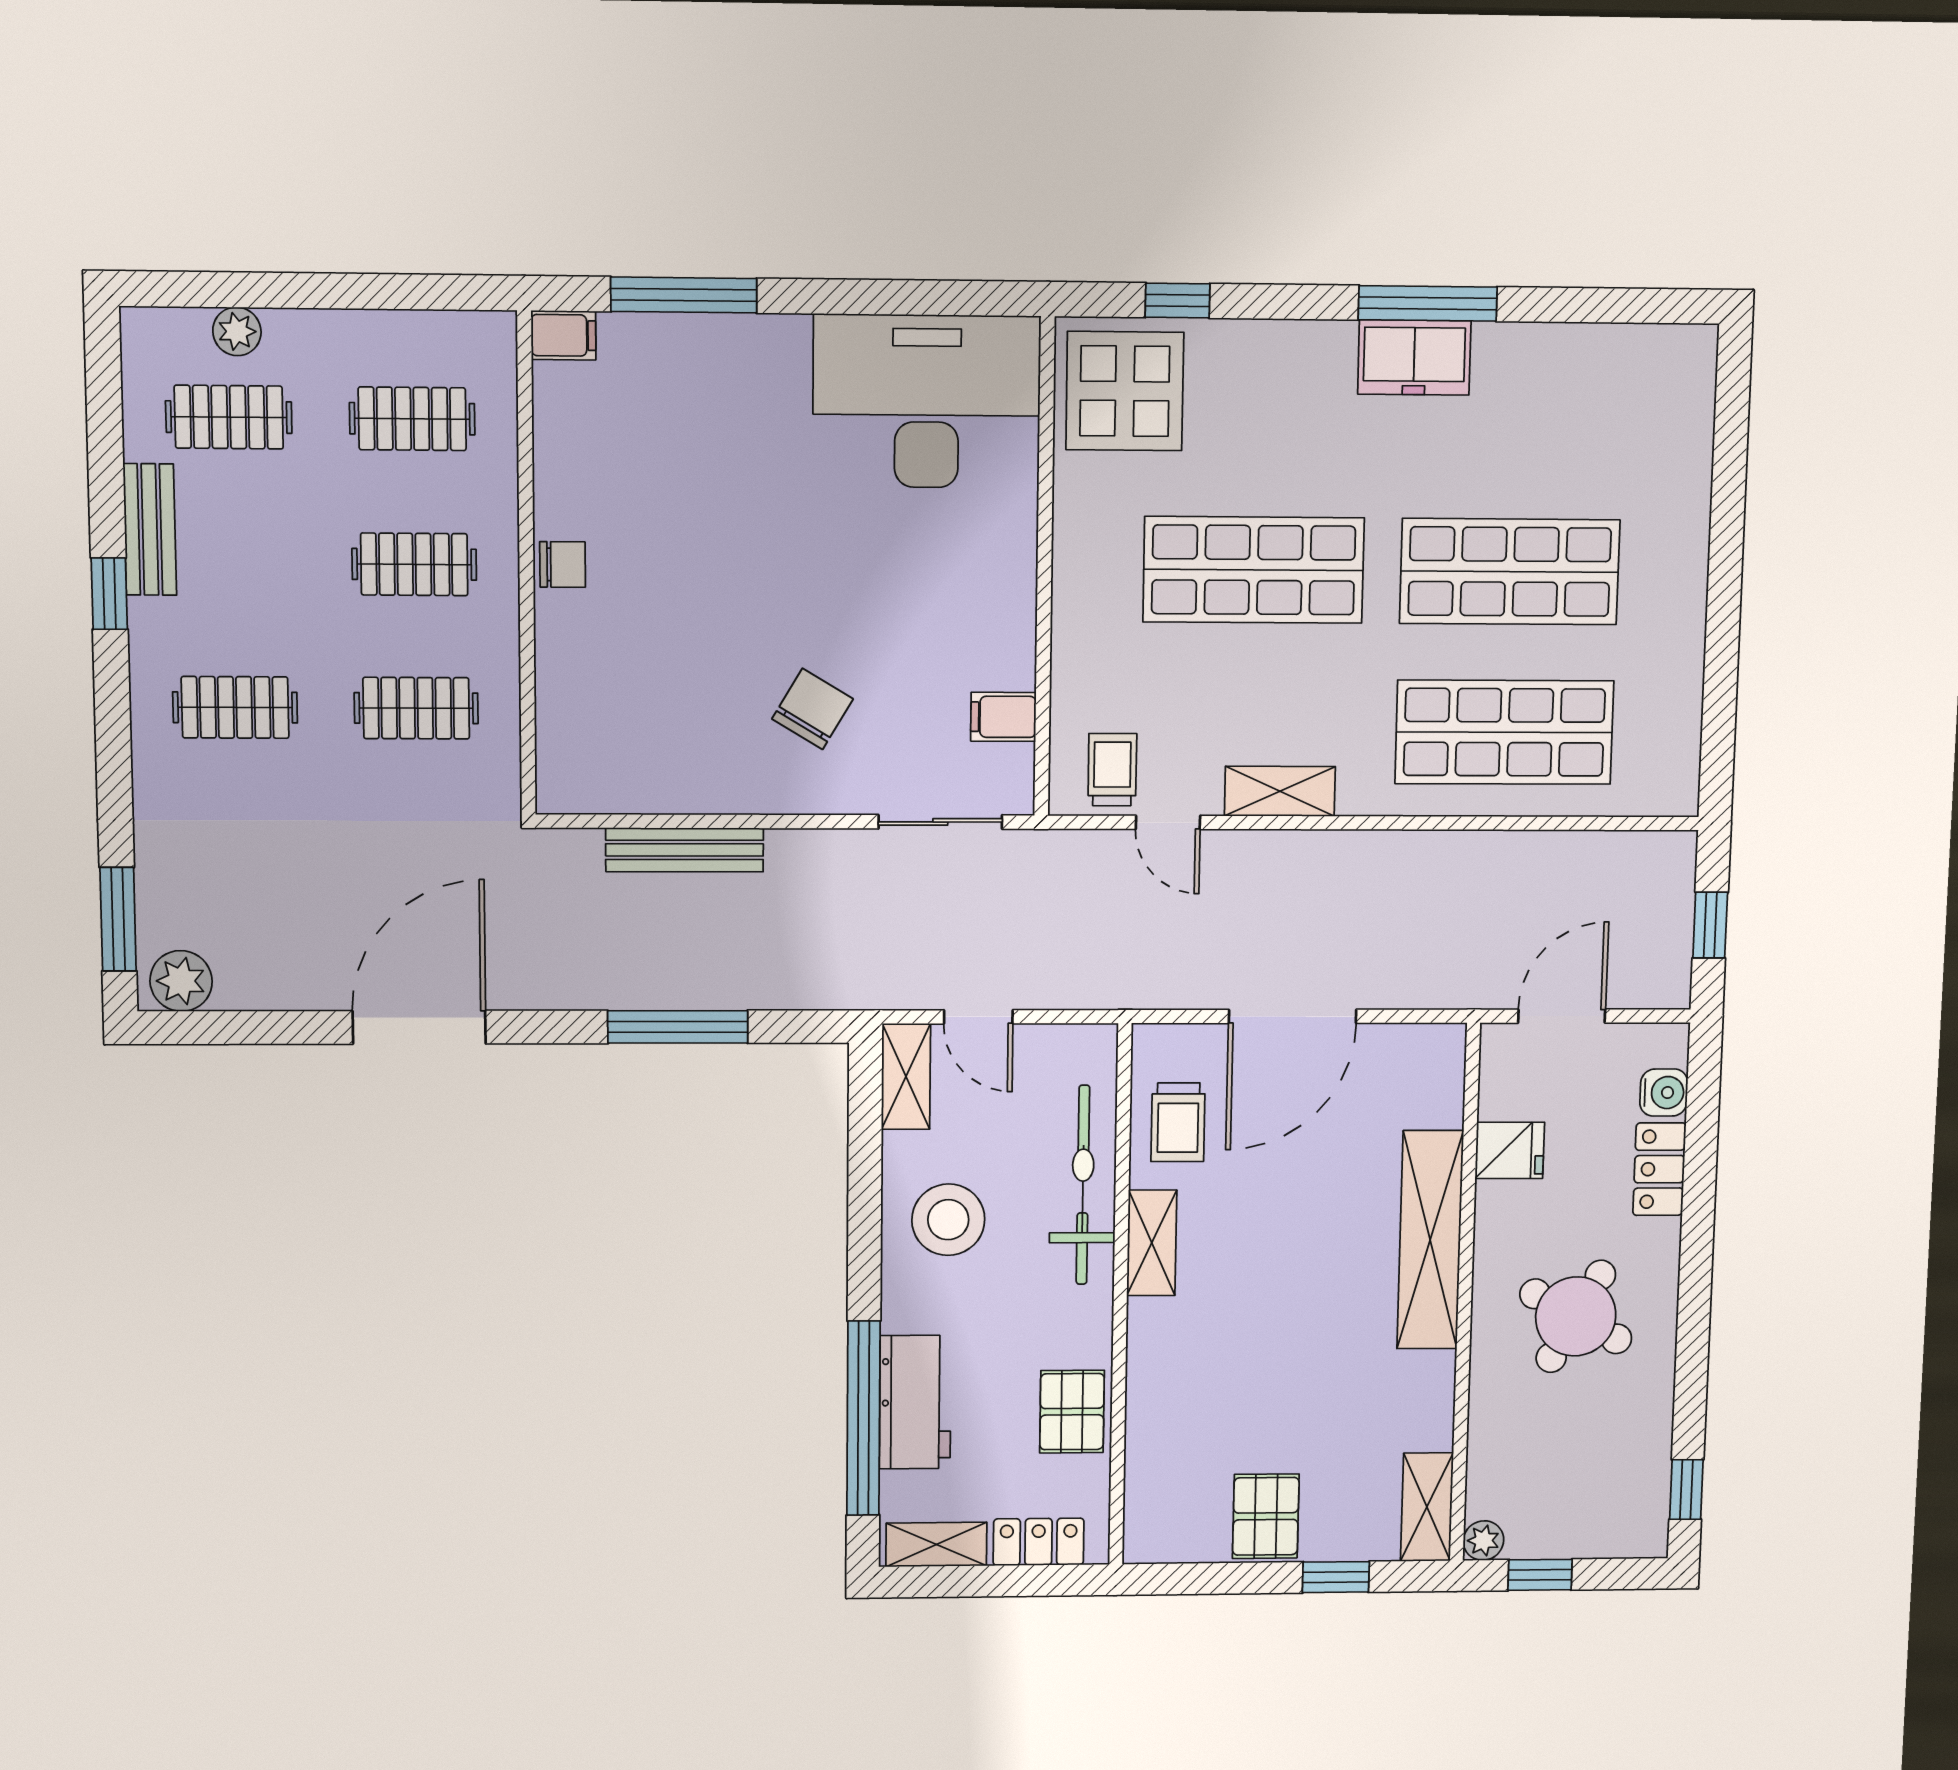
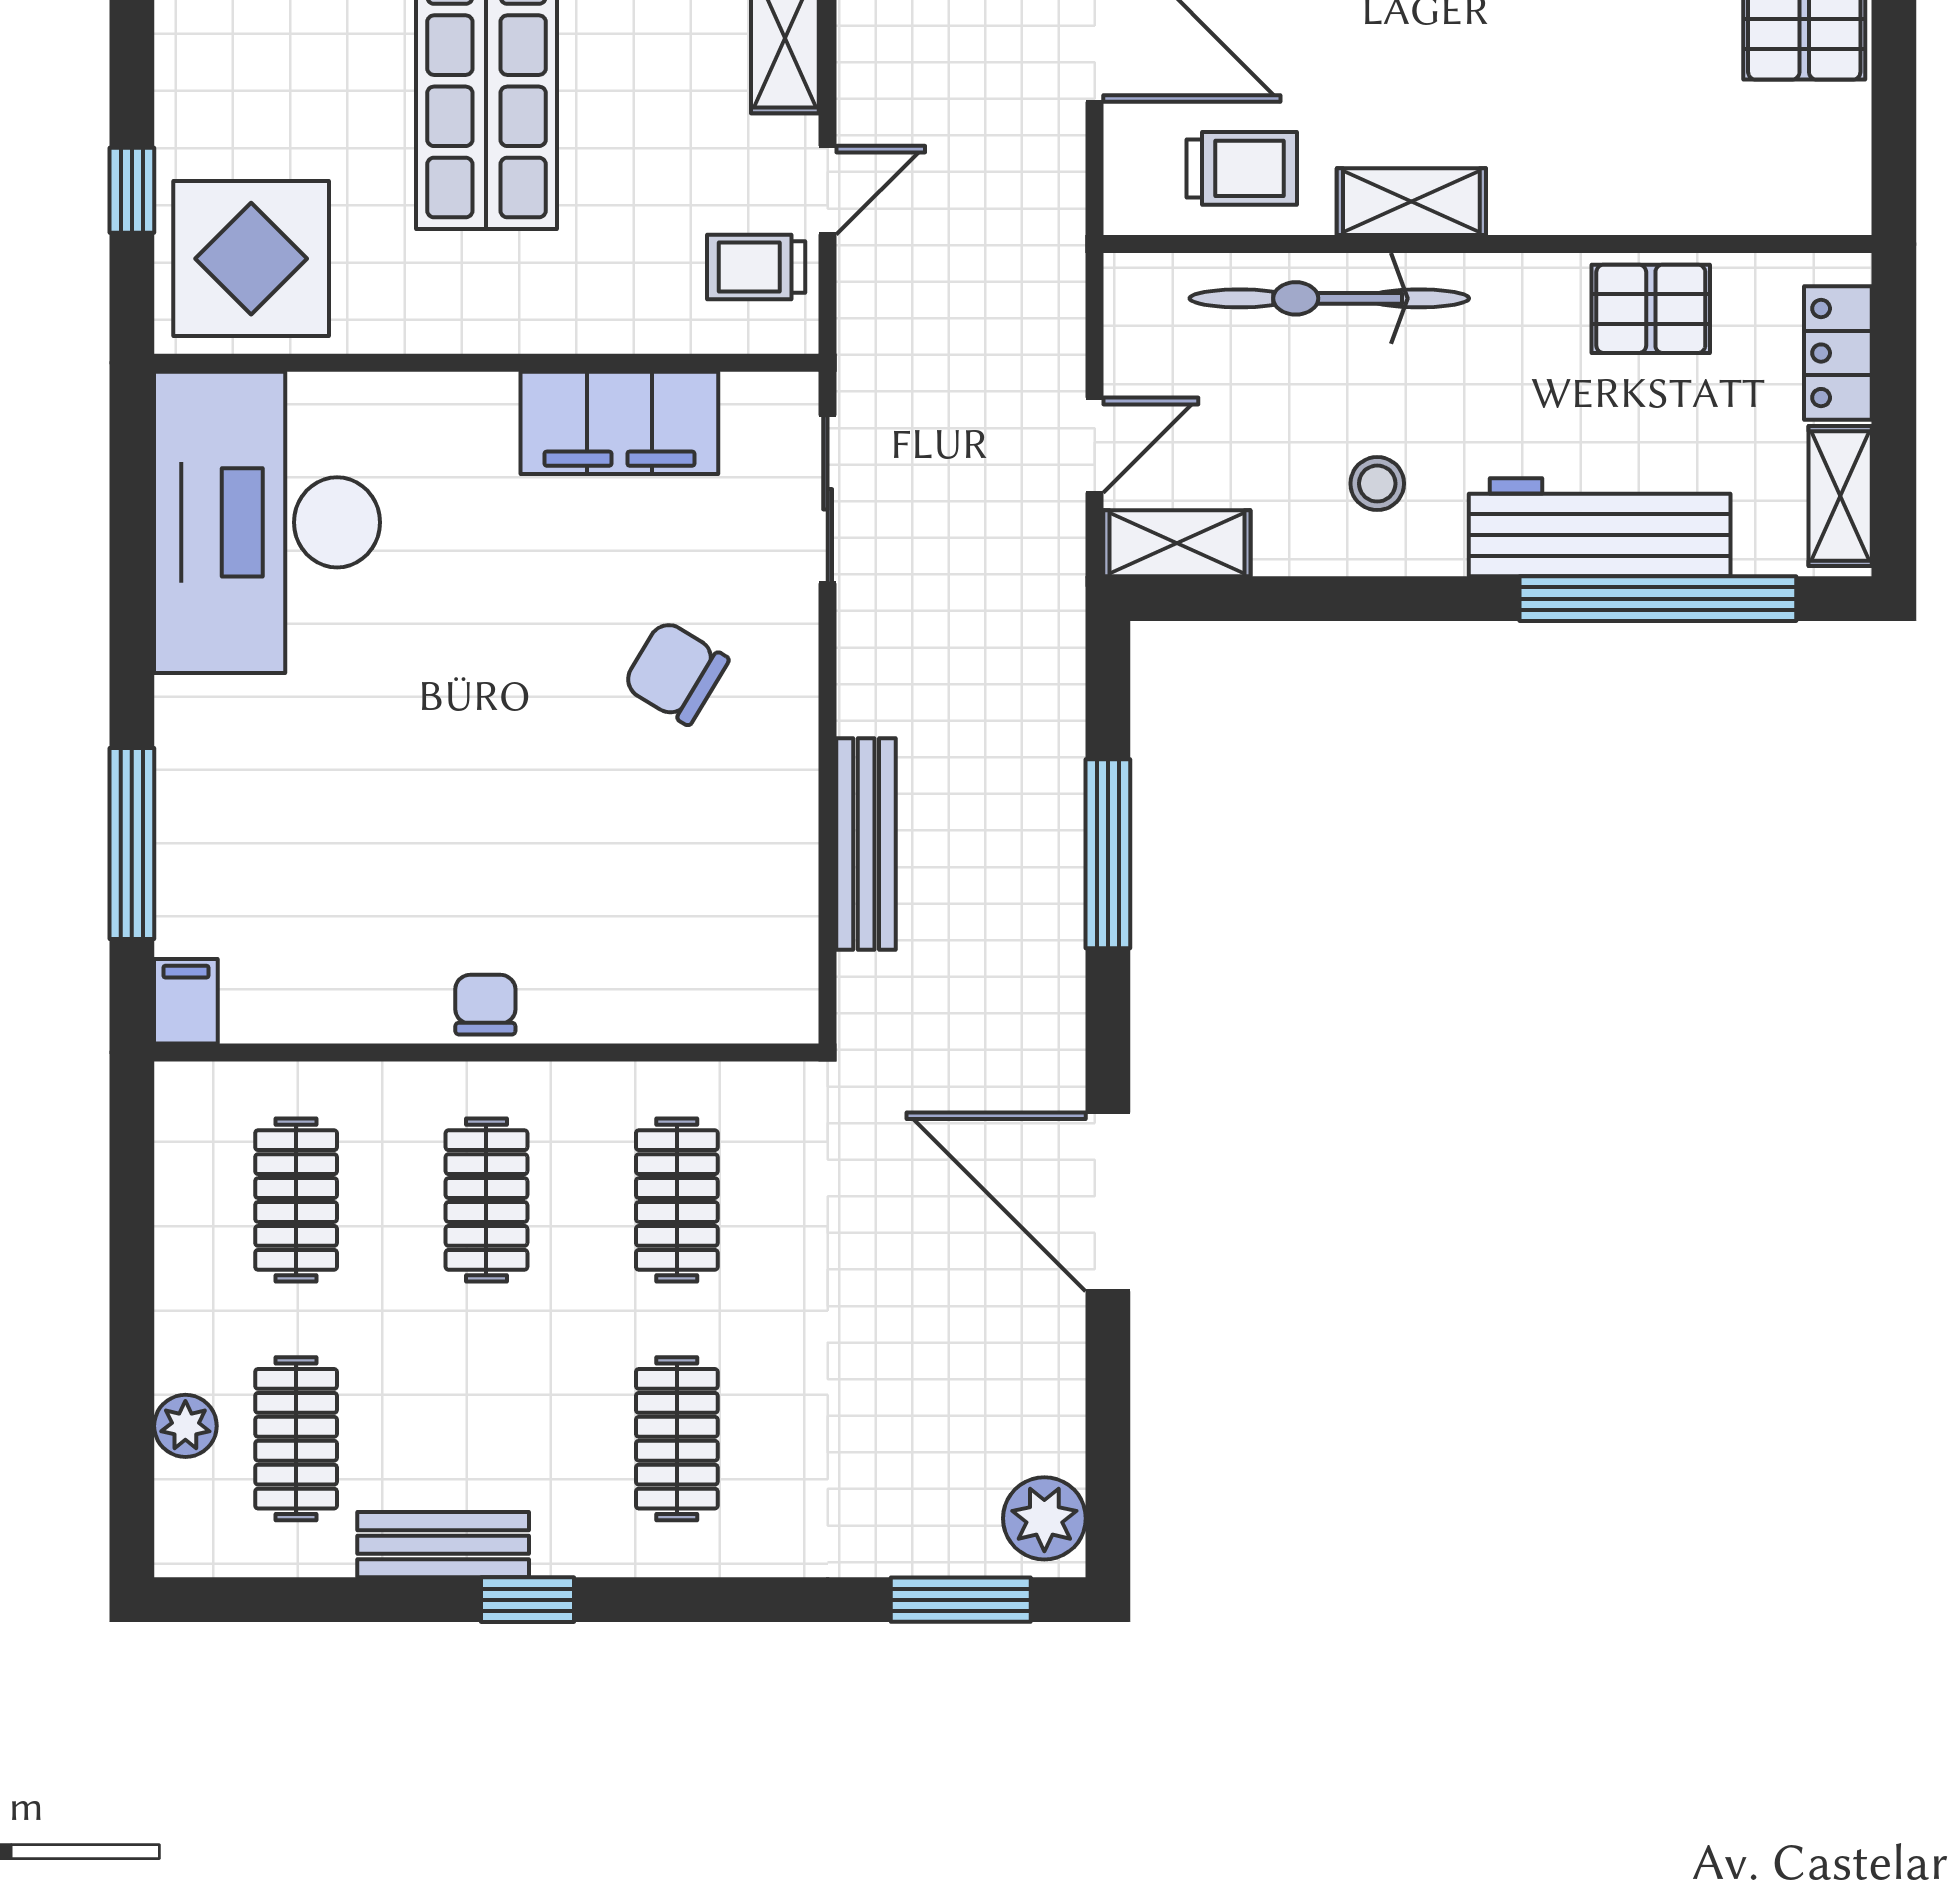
filing cabinet: (1003, 717) -> (619, 423), width x3.00, depth x1.17
stool: (948, 1220) -> (1377, 484), width x0.53, depth x0.53
workbench: (915, 1402) -> (1600, 527), width x1.38

